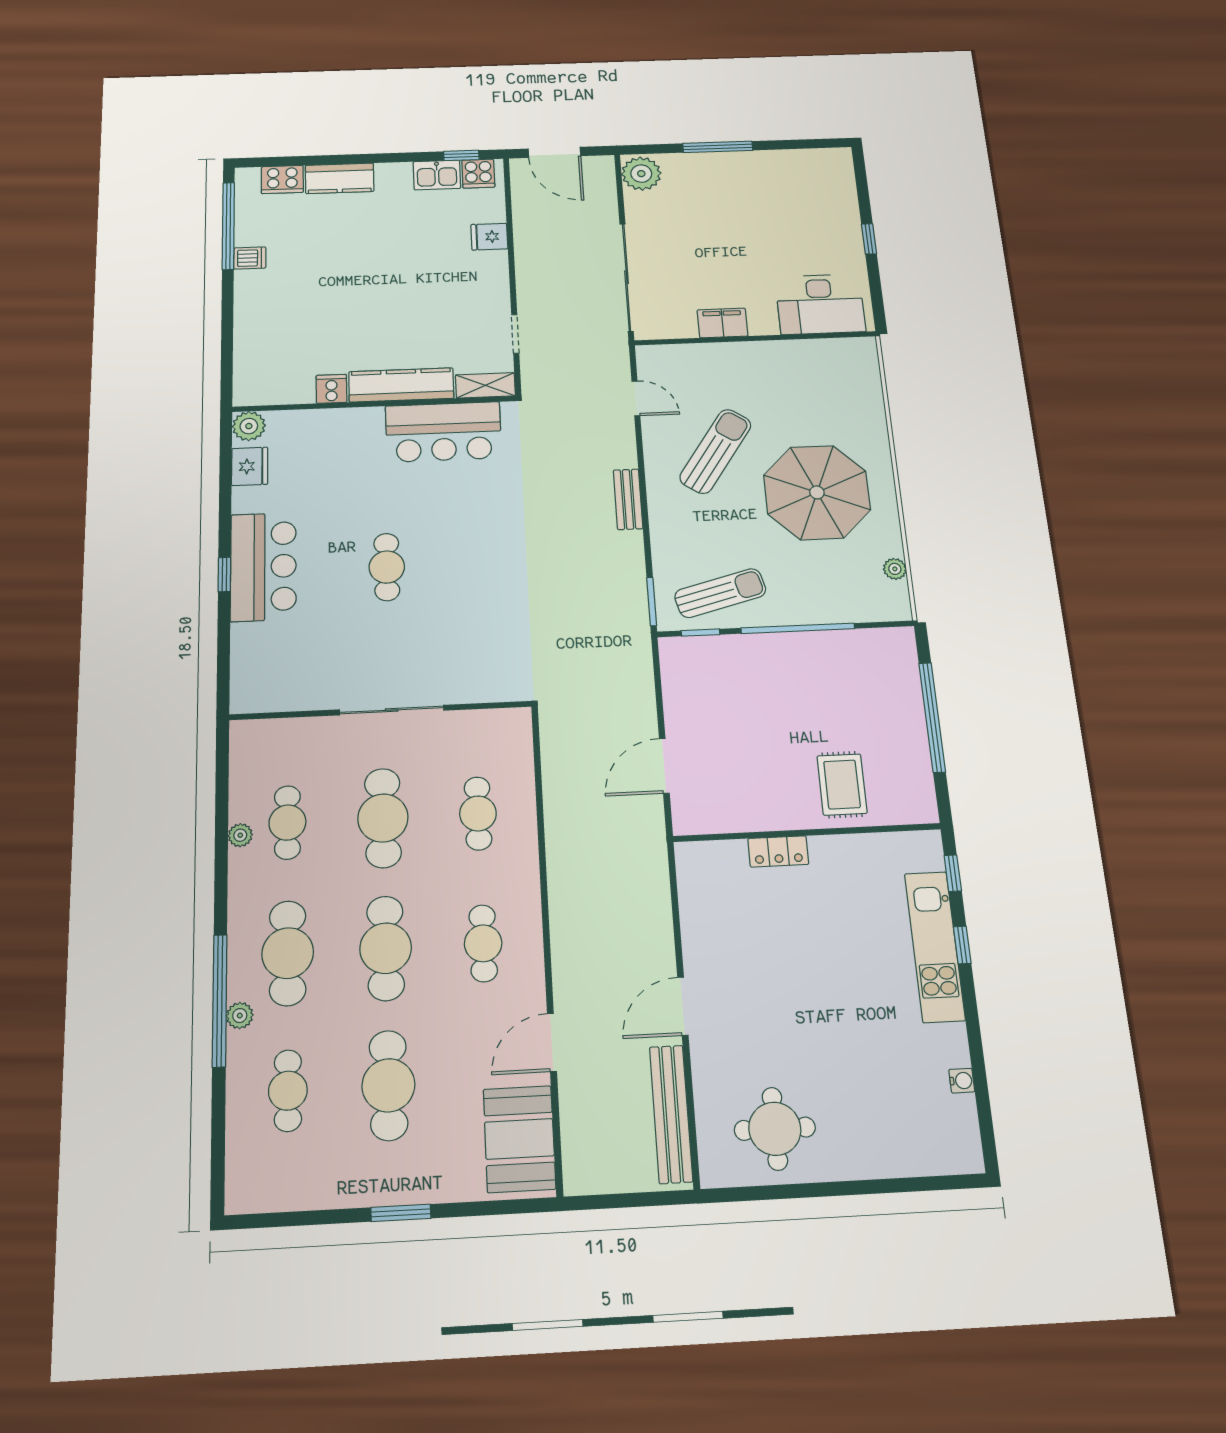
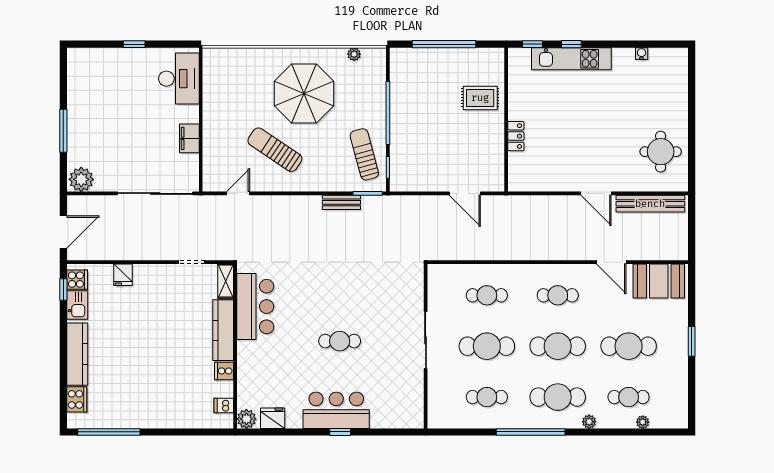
kitchen counter: (340, 178) -> (77, 354), width x1.50
dishwasher: (250, 258) -> (224, 406), moved, turned -90
bench: (628, 499) -> (341, 202), moved
plant: (240, 835) -> (643, 422), moved
window: (220, 1000) -> (531, 432), moved

